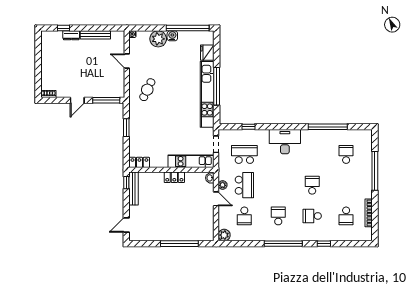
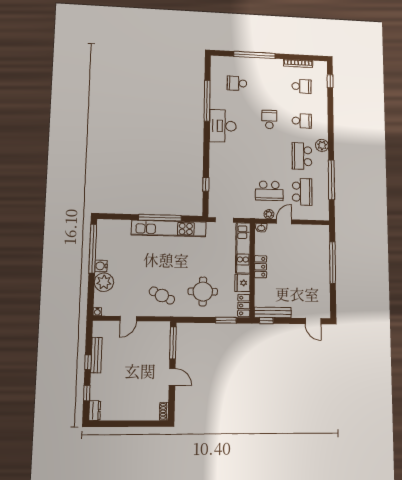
window: (89, 28) -> (88, 362), added
dresser: (71, 35) -> (95, 411), moved
fridge: (207, 53) -> (242, 283), moved, turned 90
round table: (151, 126) -> (203, 292), added
window: (126, 128) -> (226, 320), moved
desk: (285, 142) -> (223, 126), moved
school desk: (244, 154) -> (236, 190), removed
school desk: (244, 185) -> (269, 191), turned 180
school desk: (312, 185) -> (269, 120), turned 90
school desk: (244, 216) -> (302, 192), width x1.85
school desk: (278, 216) -> (302, 156), width x1.85
school desk: (312, 216) -> (302, 121), turned -90
plant: (224, 235) -> (322, 145), moved
window: (283, 244) -> (331, 180), moved
window: (324, 244) -> (330, 81), moved

